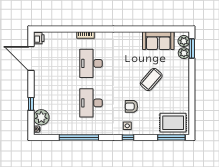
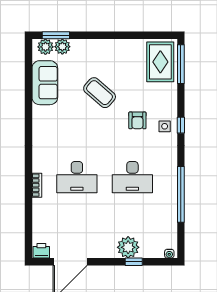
plant: (41, 117) -> (128, 247), moved

